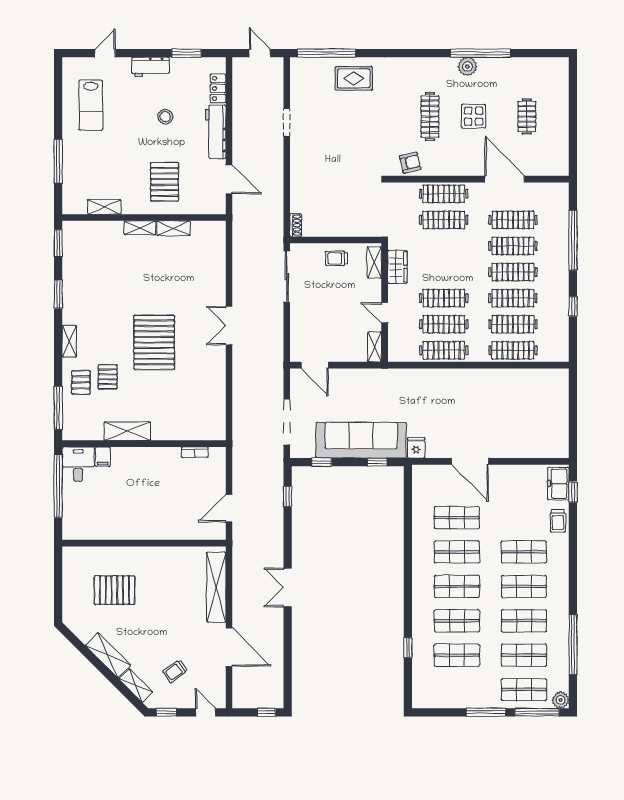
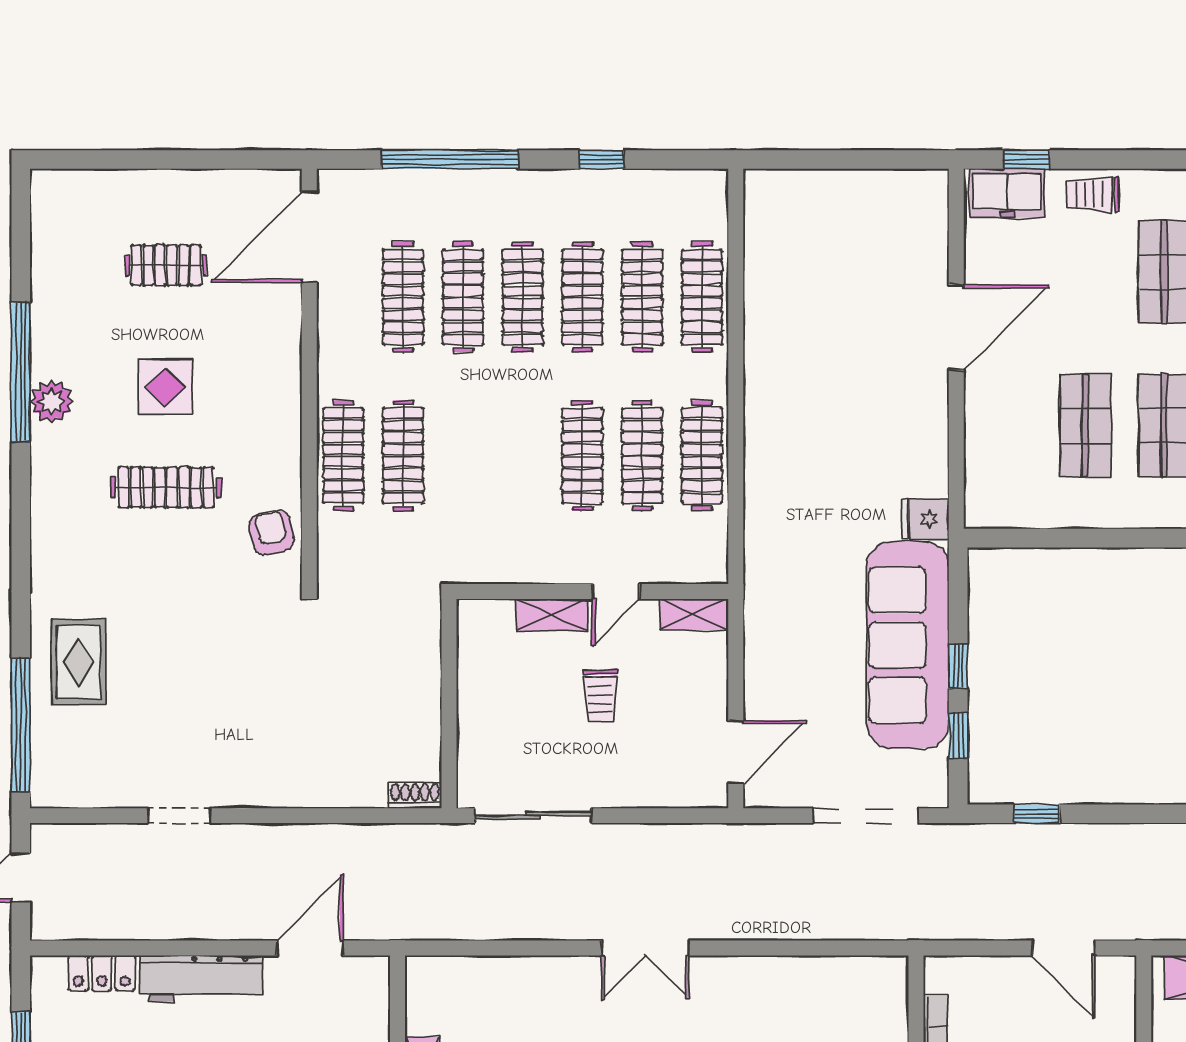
door: (505, 179) -> (309, 237), moved
trolley: (337, 258) -> (600, 696), moved
shelving: (374, 262) -> (552, 615), moved
wardrobe: (397, 267) -> (511, 562), removed
door: (470, 461) -> (956, 327), moved
window: (377, 462) -> (958, 666), moved
trolley: (558, 521) -> (1093, 194), turned 180

